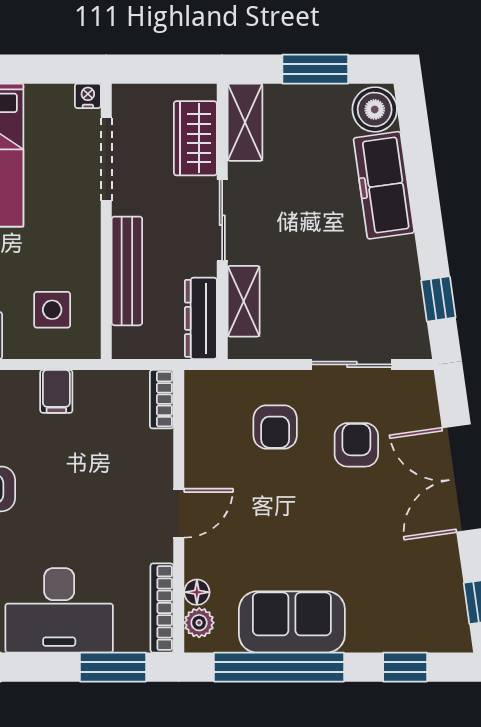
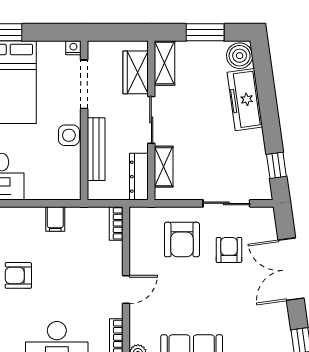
side table: (52, 310) -> (69, 135), moved
armchair: (275, 427) -> (182, 240), width x1.38, depth x1.38
floor lamp: (197, 592) -> (137, 335), removed

